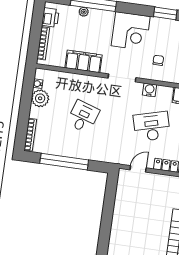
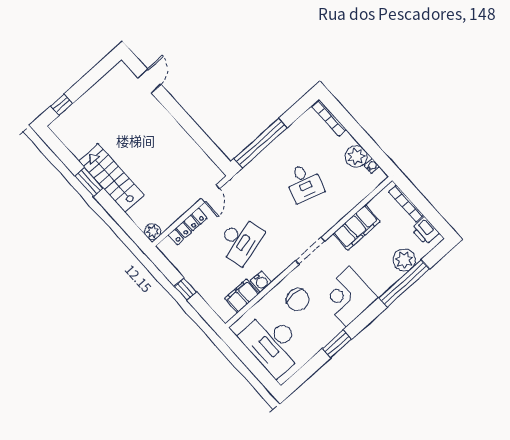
plant: (84, 12) -> (404, 260), width x1.88, depth x1.88
chair: (158, 60) -> (298, 300), width x1.87, depth x1.87
water cooler: (150, 90) -> (261, 282), moved
window: (64, 162) -> (261, 143), moved

